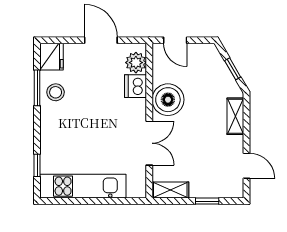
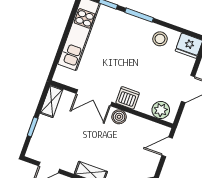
dishwasher: (136, 86) -> (128, 98), moved
window: (37, 88) -> (139, 15), moved
boiler: (168, 100) -> (119, 117), width x0.54, depth x0.54

